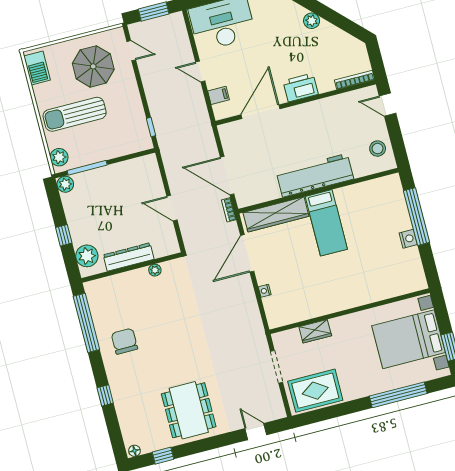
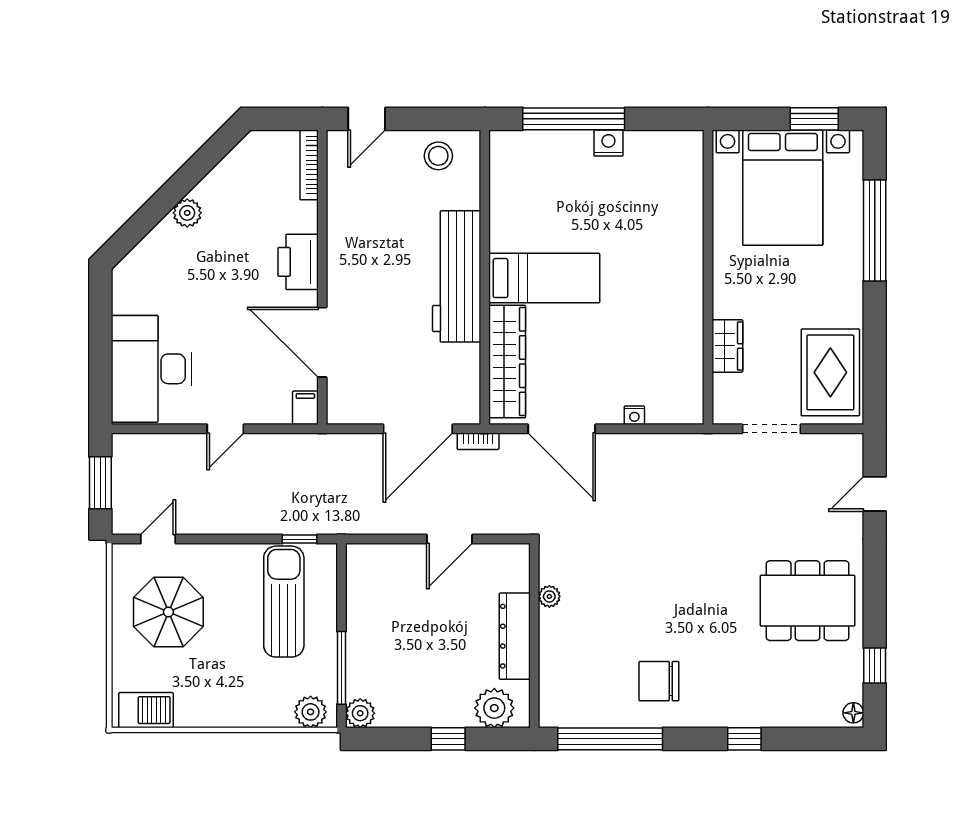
filing cabinet: (218, 95) -> (305, 408), moved
sun lounger: (75, 114) -> (284, 602), moved, turned 180

